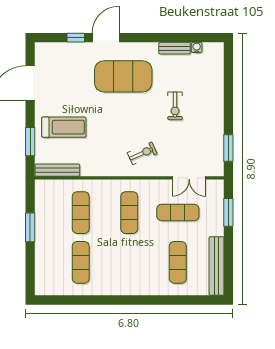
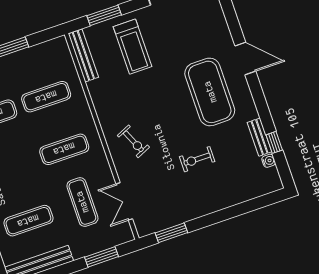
window: (76, 38) -> (274, 142), moved

